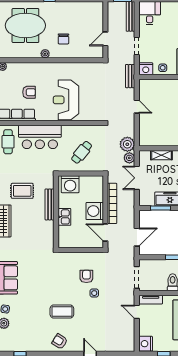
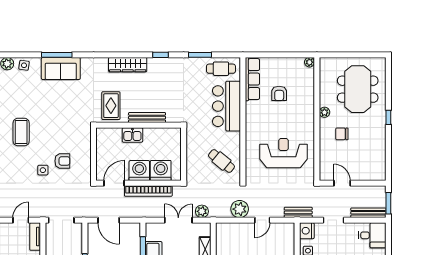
reception desk: (66, 100) -> (284, 153), moved
plant: (127, 144) -> (240, 209), moved
cafe table: (82, 152) -> (222, 161), moved
washing machine: (70, 184) -> (161, 170), moved, turned 90
rug: (22, 191) -> (111, 106), moved

